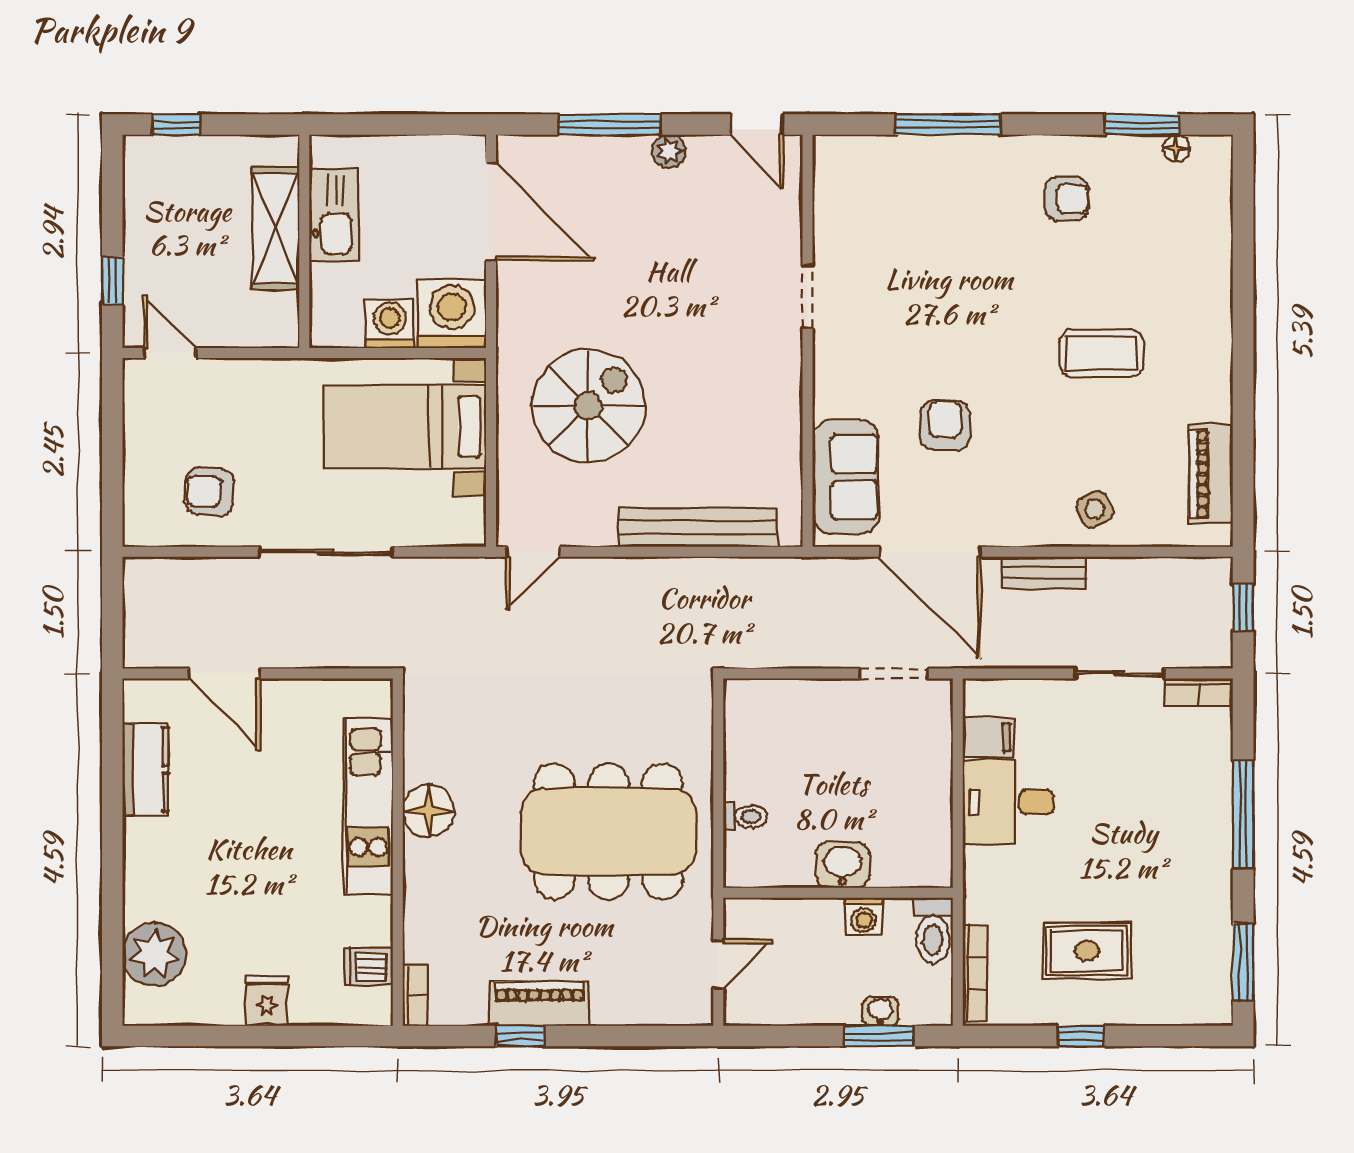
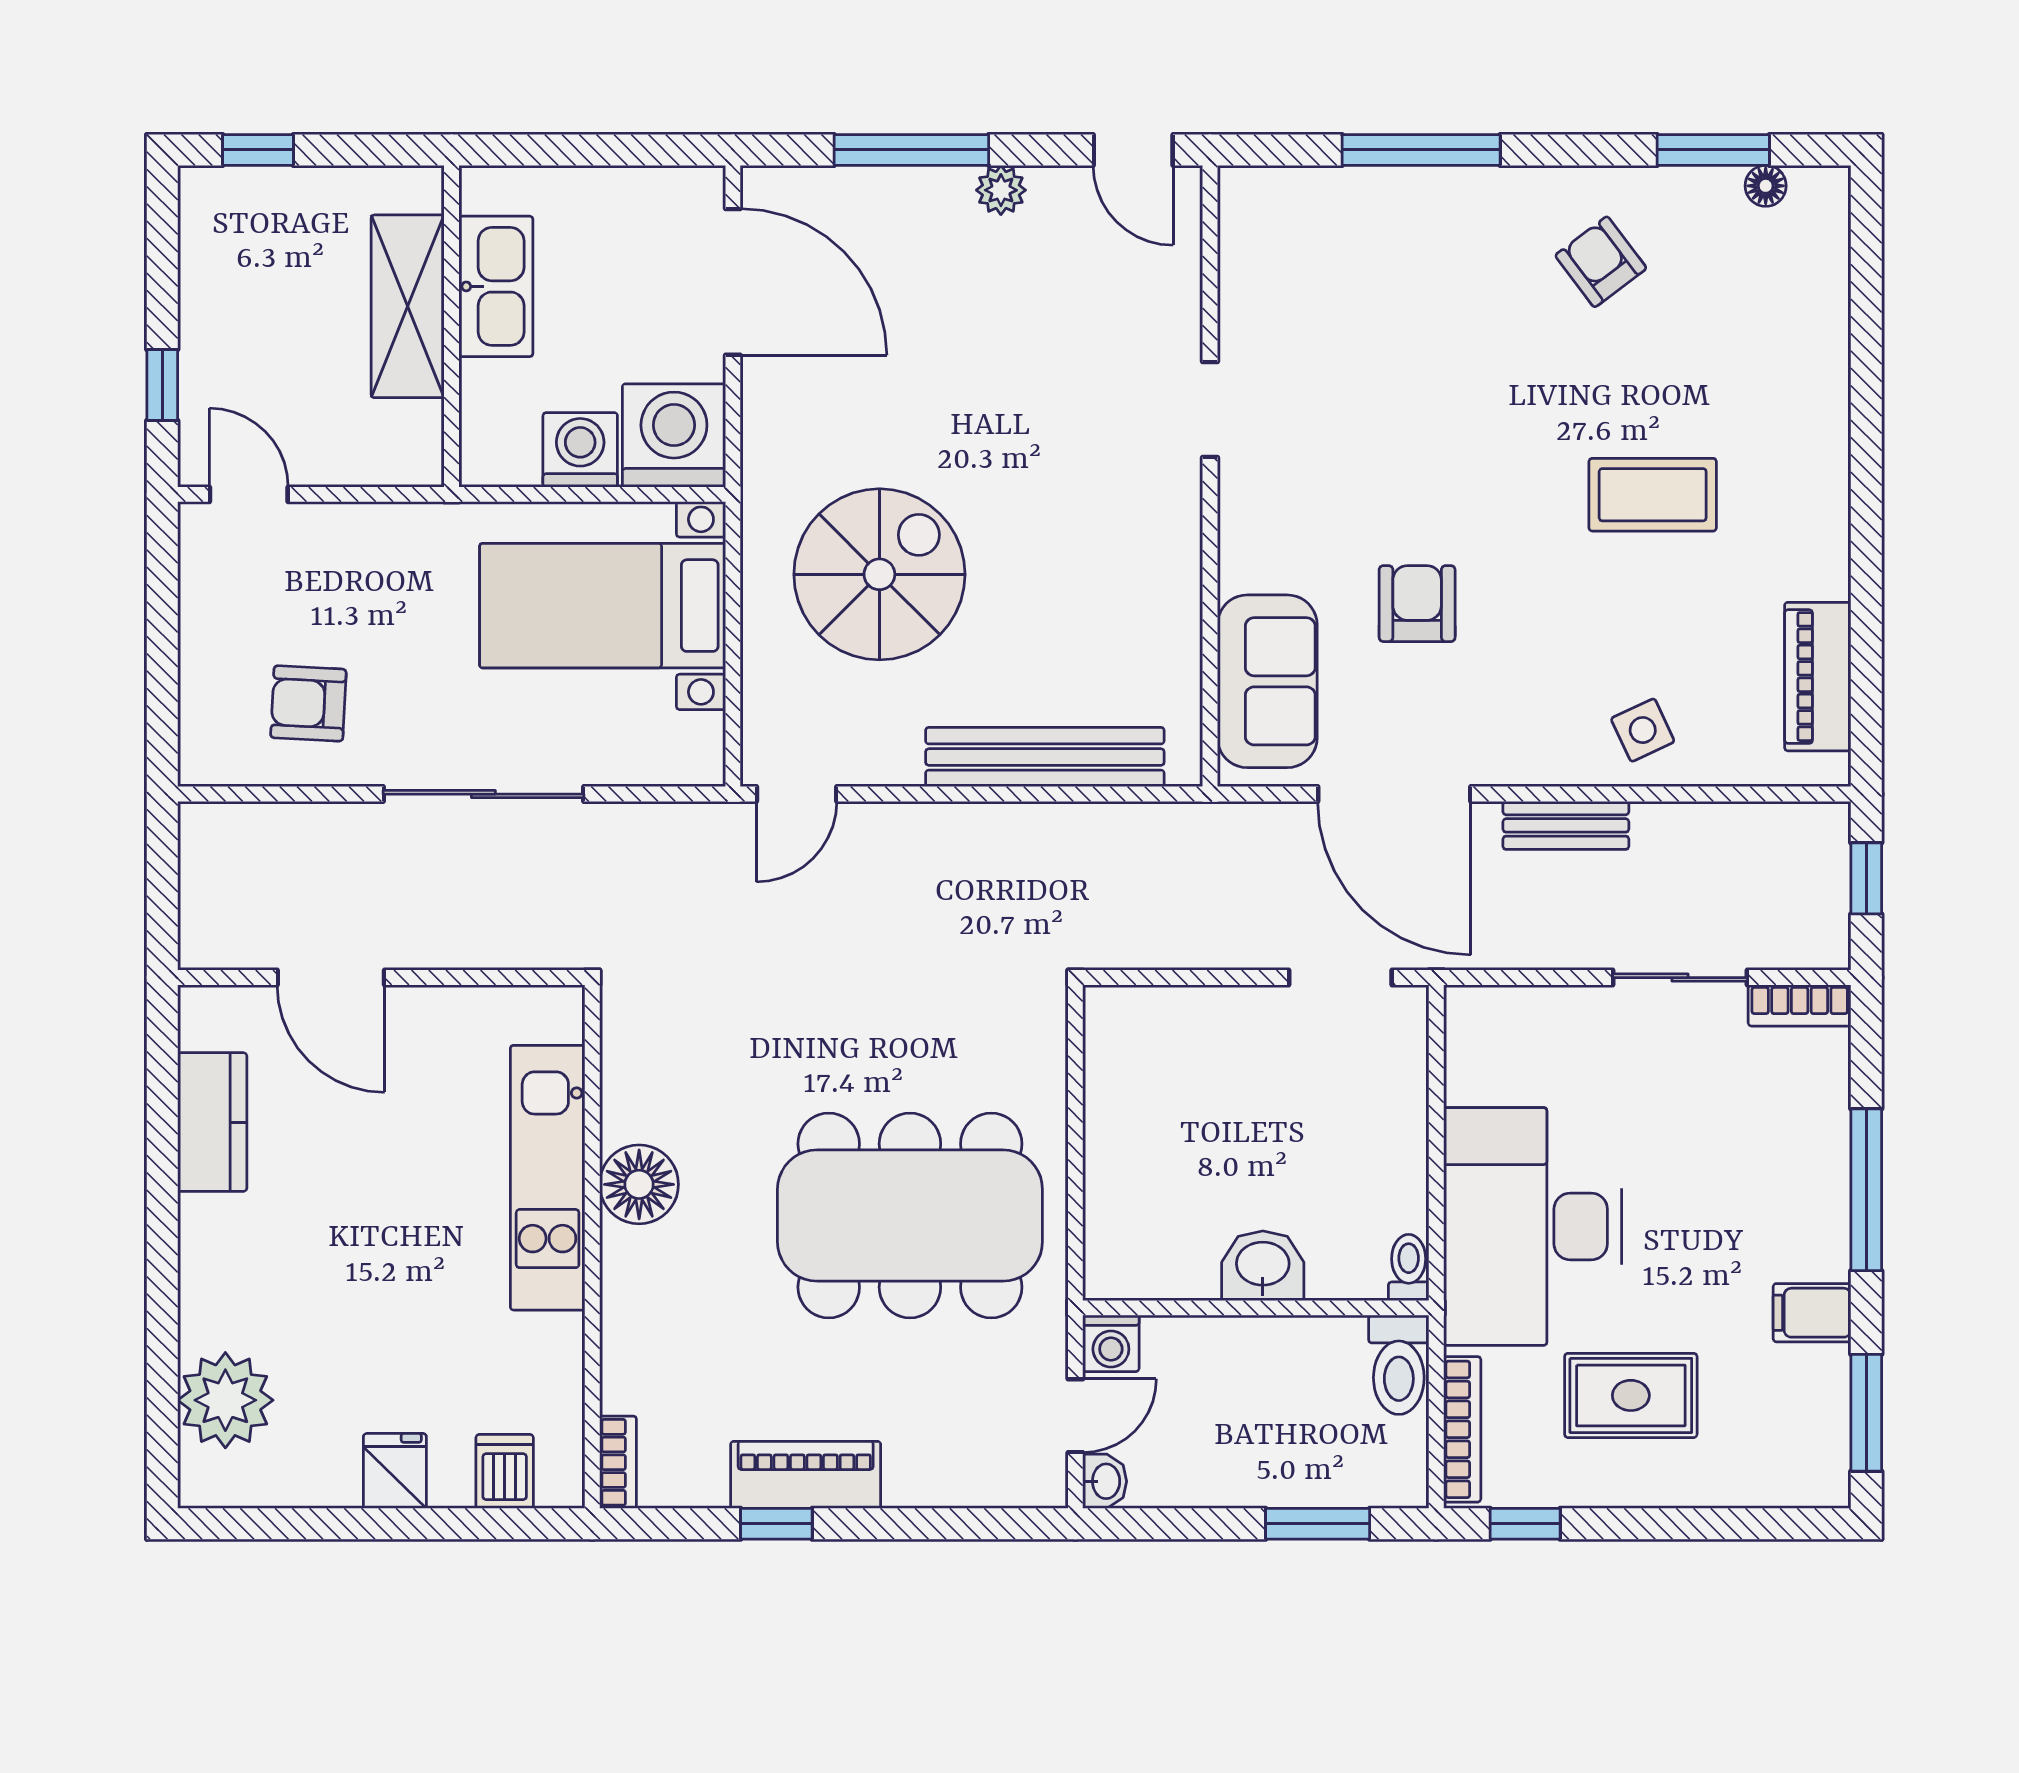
armchair: (1067, 199) -> (1601, 262), turned -127
filing cabinet: (988, 737) -> (1812, 1313), moved, turned 180
desk: (1008, 802) -> (1533, 1226), width x1.87, depth x1.30
toilet: (745, 816) -> (1409, 1267), moved, turned -90
washing machine: (864, 916) -> (1111, 1343), moved
dishwasher: (368, 967) -> (505, 1471), moved, turned 90
washbasin: (880, 1011) -> (1105, 1481), moved, turned 90
window: (1081, 1036) -> (1525, 1524), moved

